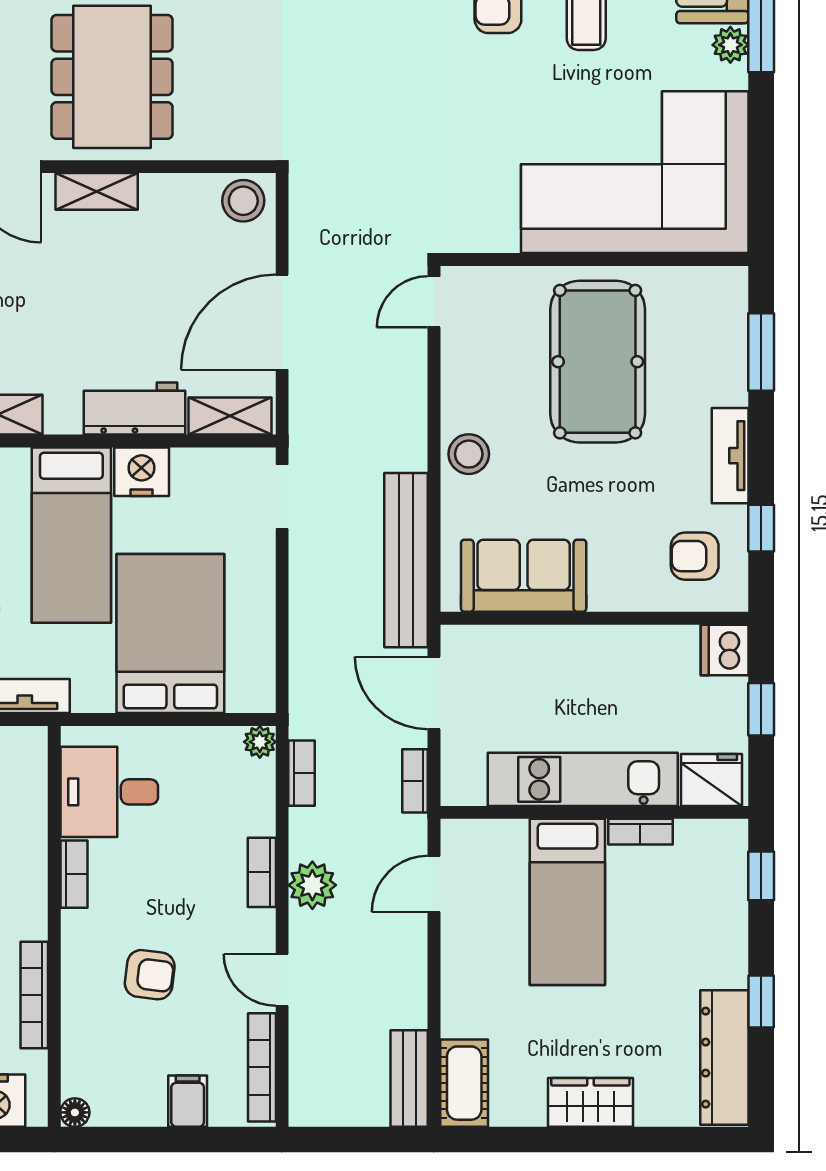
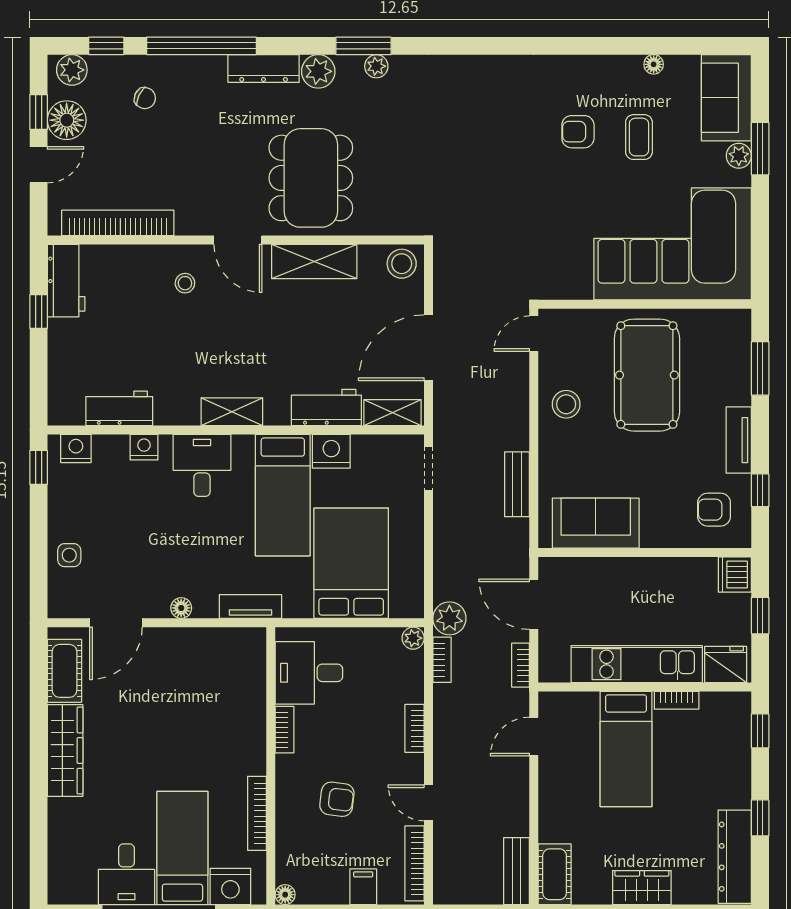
shelving: (97, 191) -> (314, 262), width x1.50, depth x1.33
stool: (469, 454) -> (566, 404), moved
bench: (406, 560) -> (517, 484), width x0.54, depth x0.82
plant: (312, 885) -> (449, 618), moved

